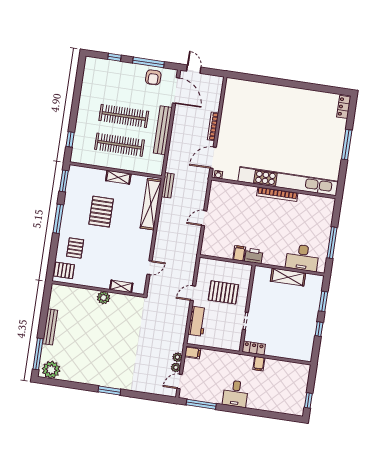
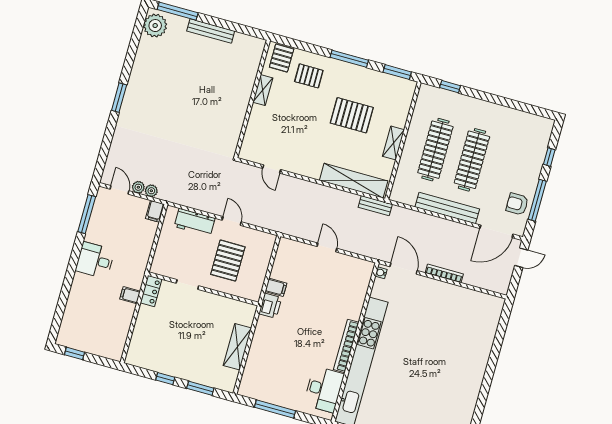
desk: (302, 258) -> (324, 389), moved, turned 180
shelving: (121, 286) -> (263, 90), moved
plant: (104, 298) -> (240, 105), removed

